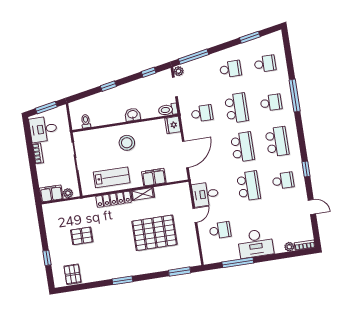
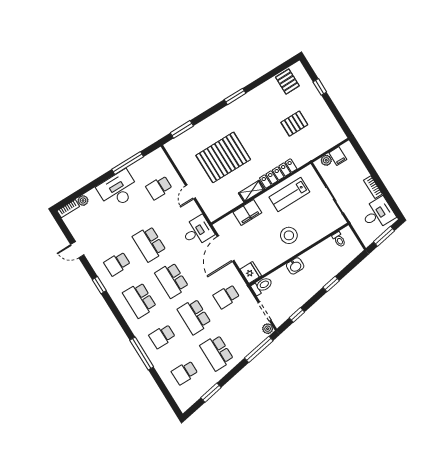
school desk: (230, 69) -> (217, 353), width x1.85
filing cabinet: (51, 193) -> (338, 156), width x0.50
desk: (205, 194) -> (197, 231), moved

